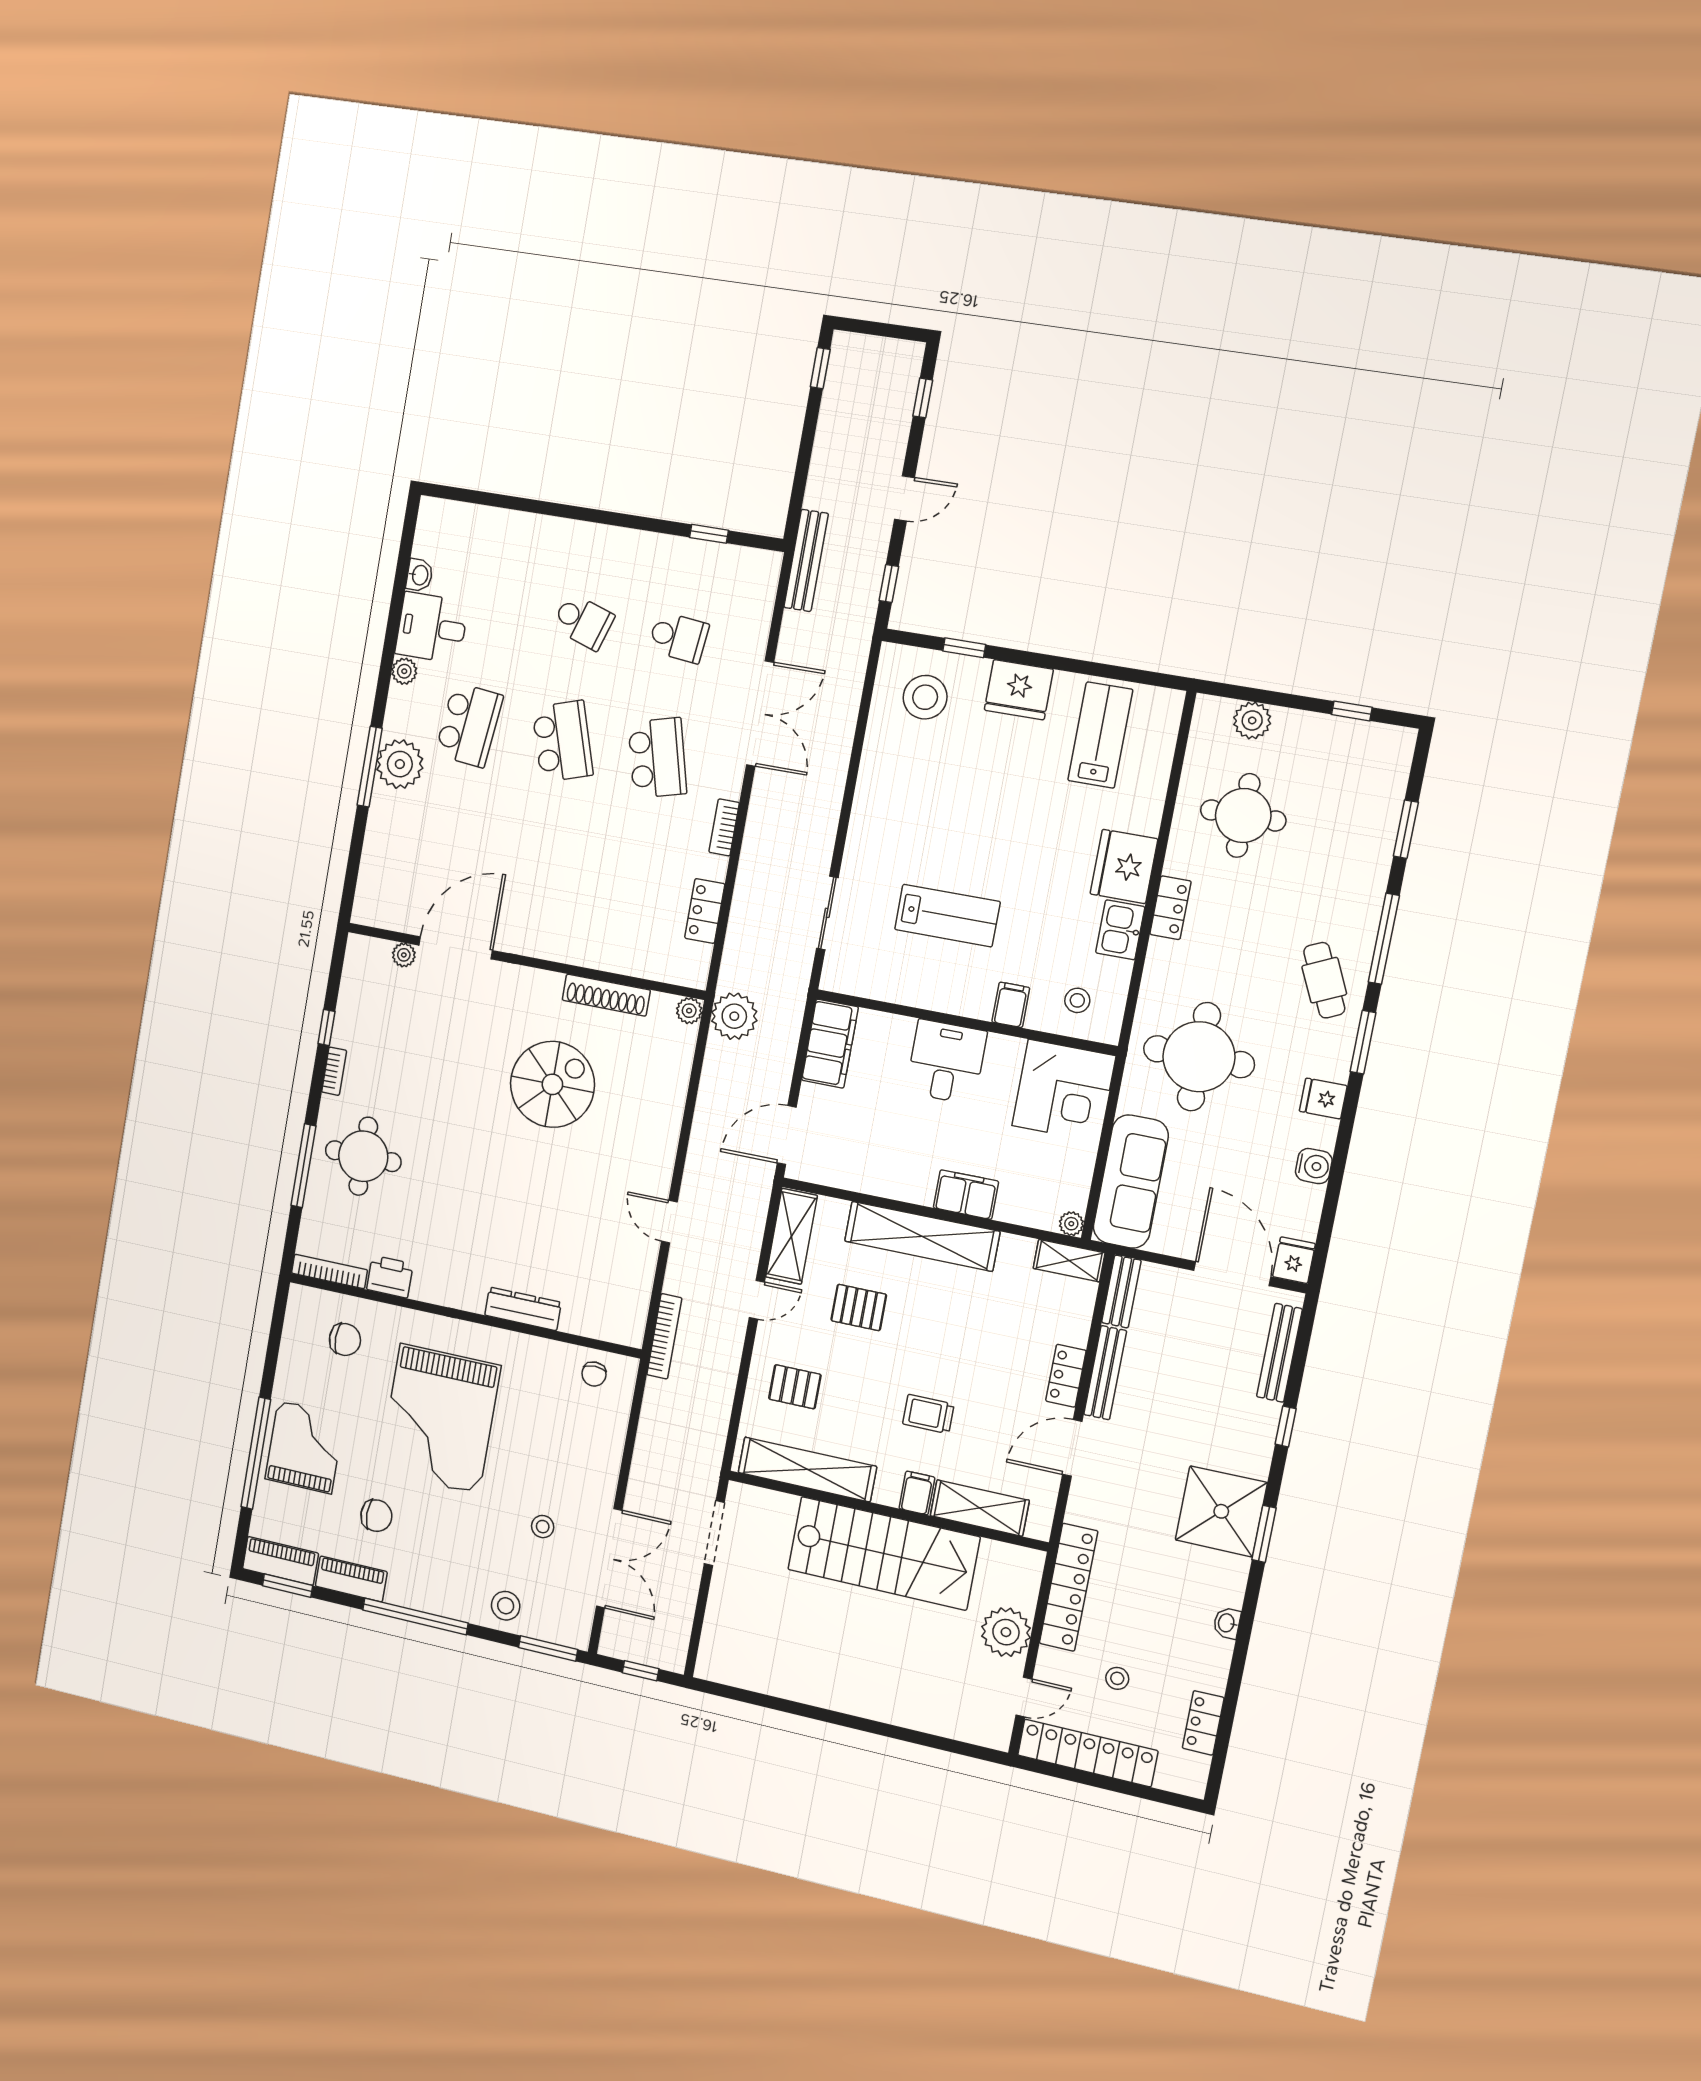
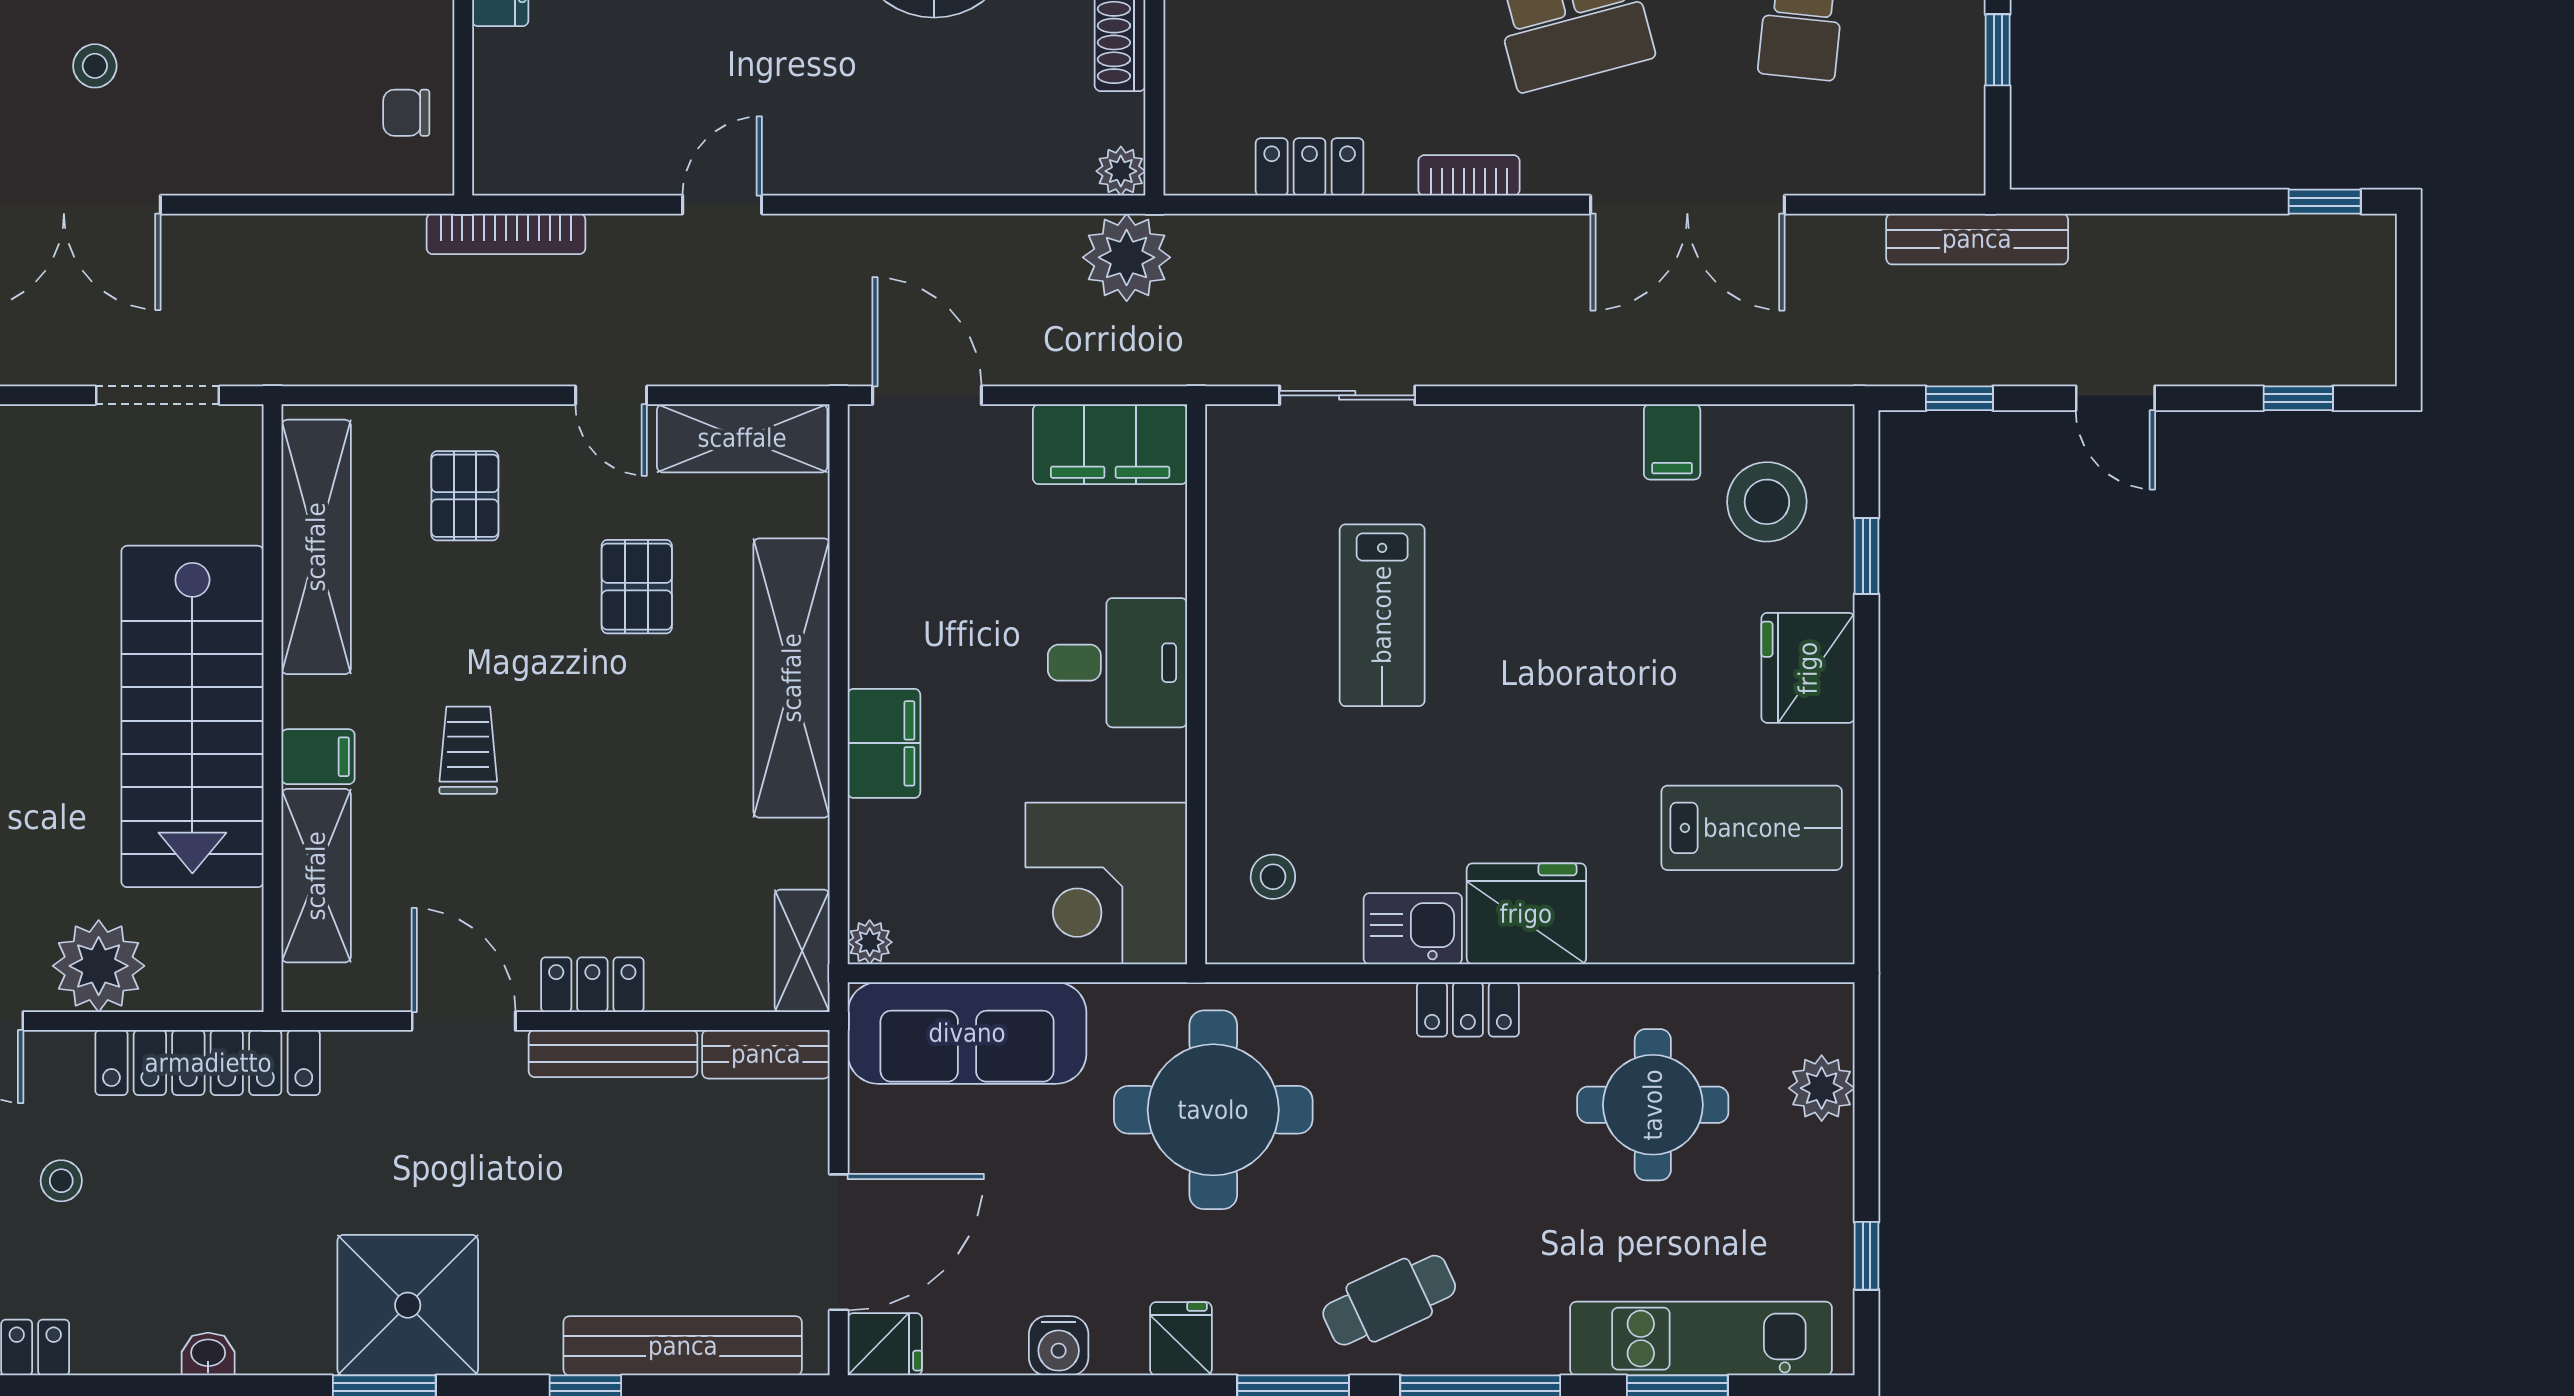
kitchen unit: (1381, 811) -> (1701, 1339), added
filing cabinet: (1011, 1005) -> (1672, 442), moved, turned 90
bench: (1279, 1353) -> (683, 1346), width x1.37, depth x1.21

